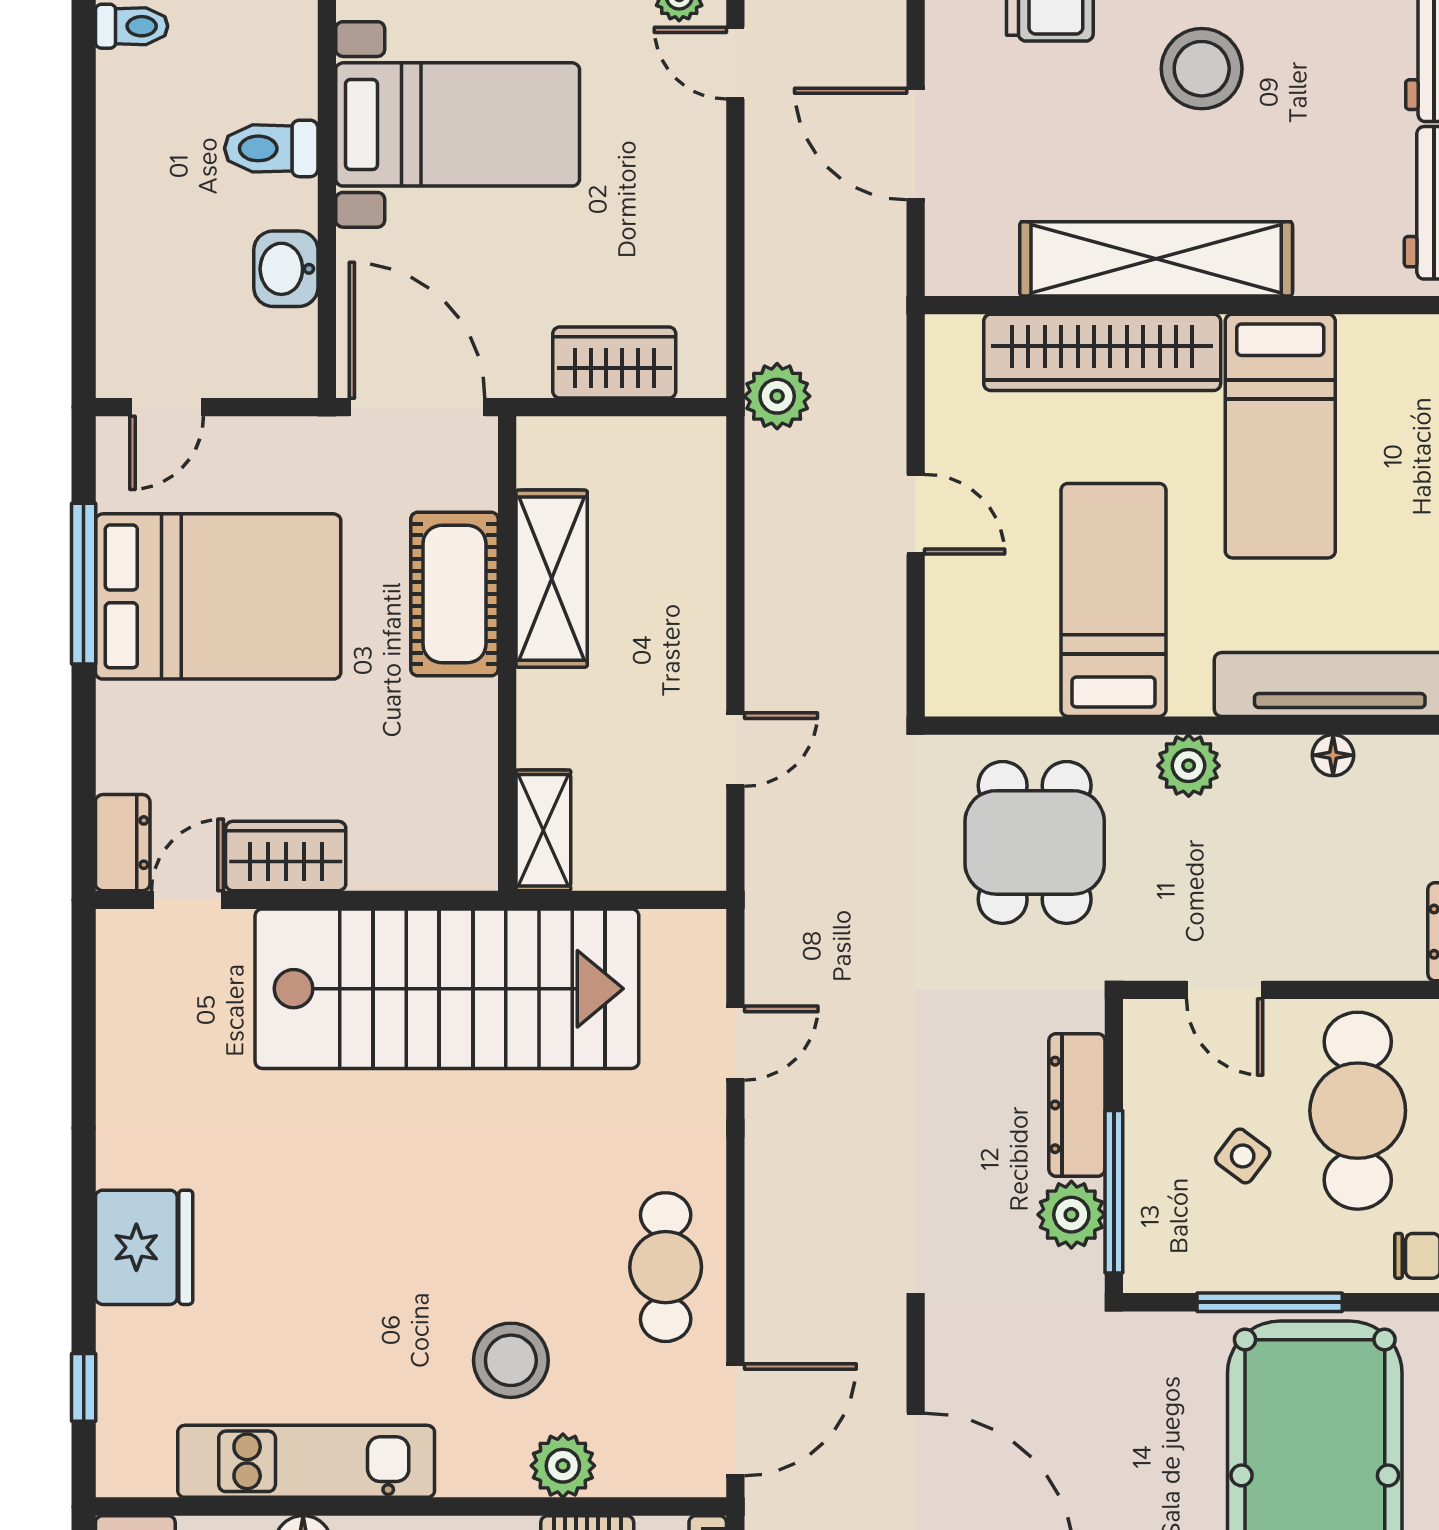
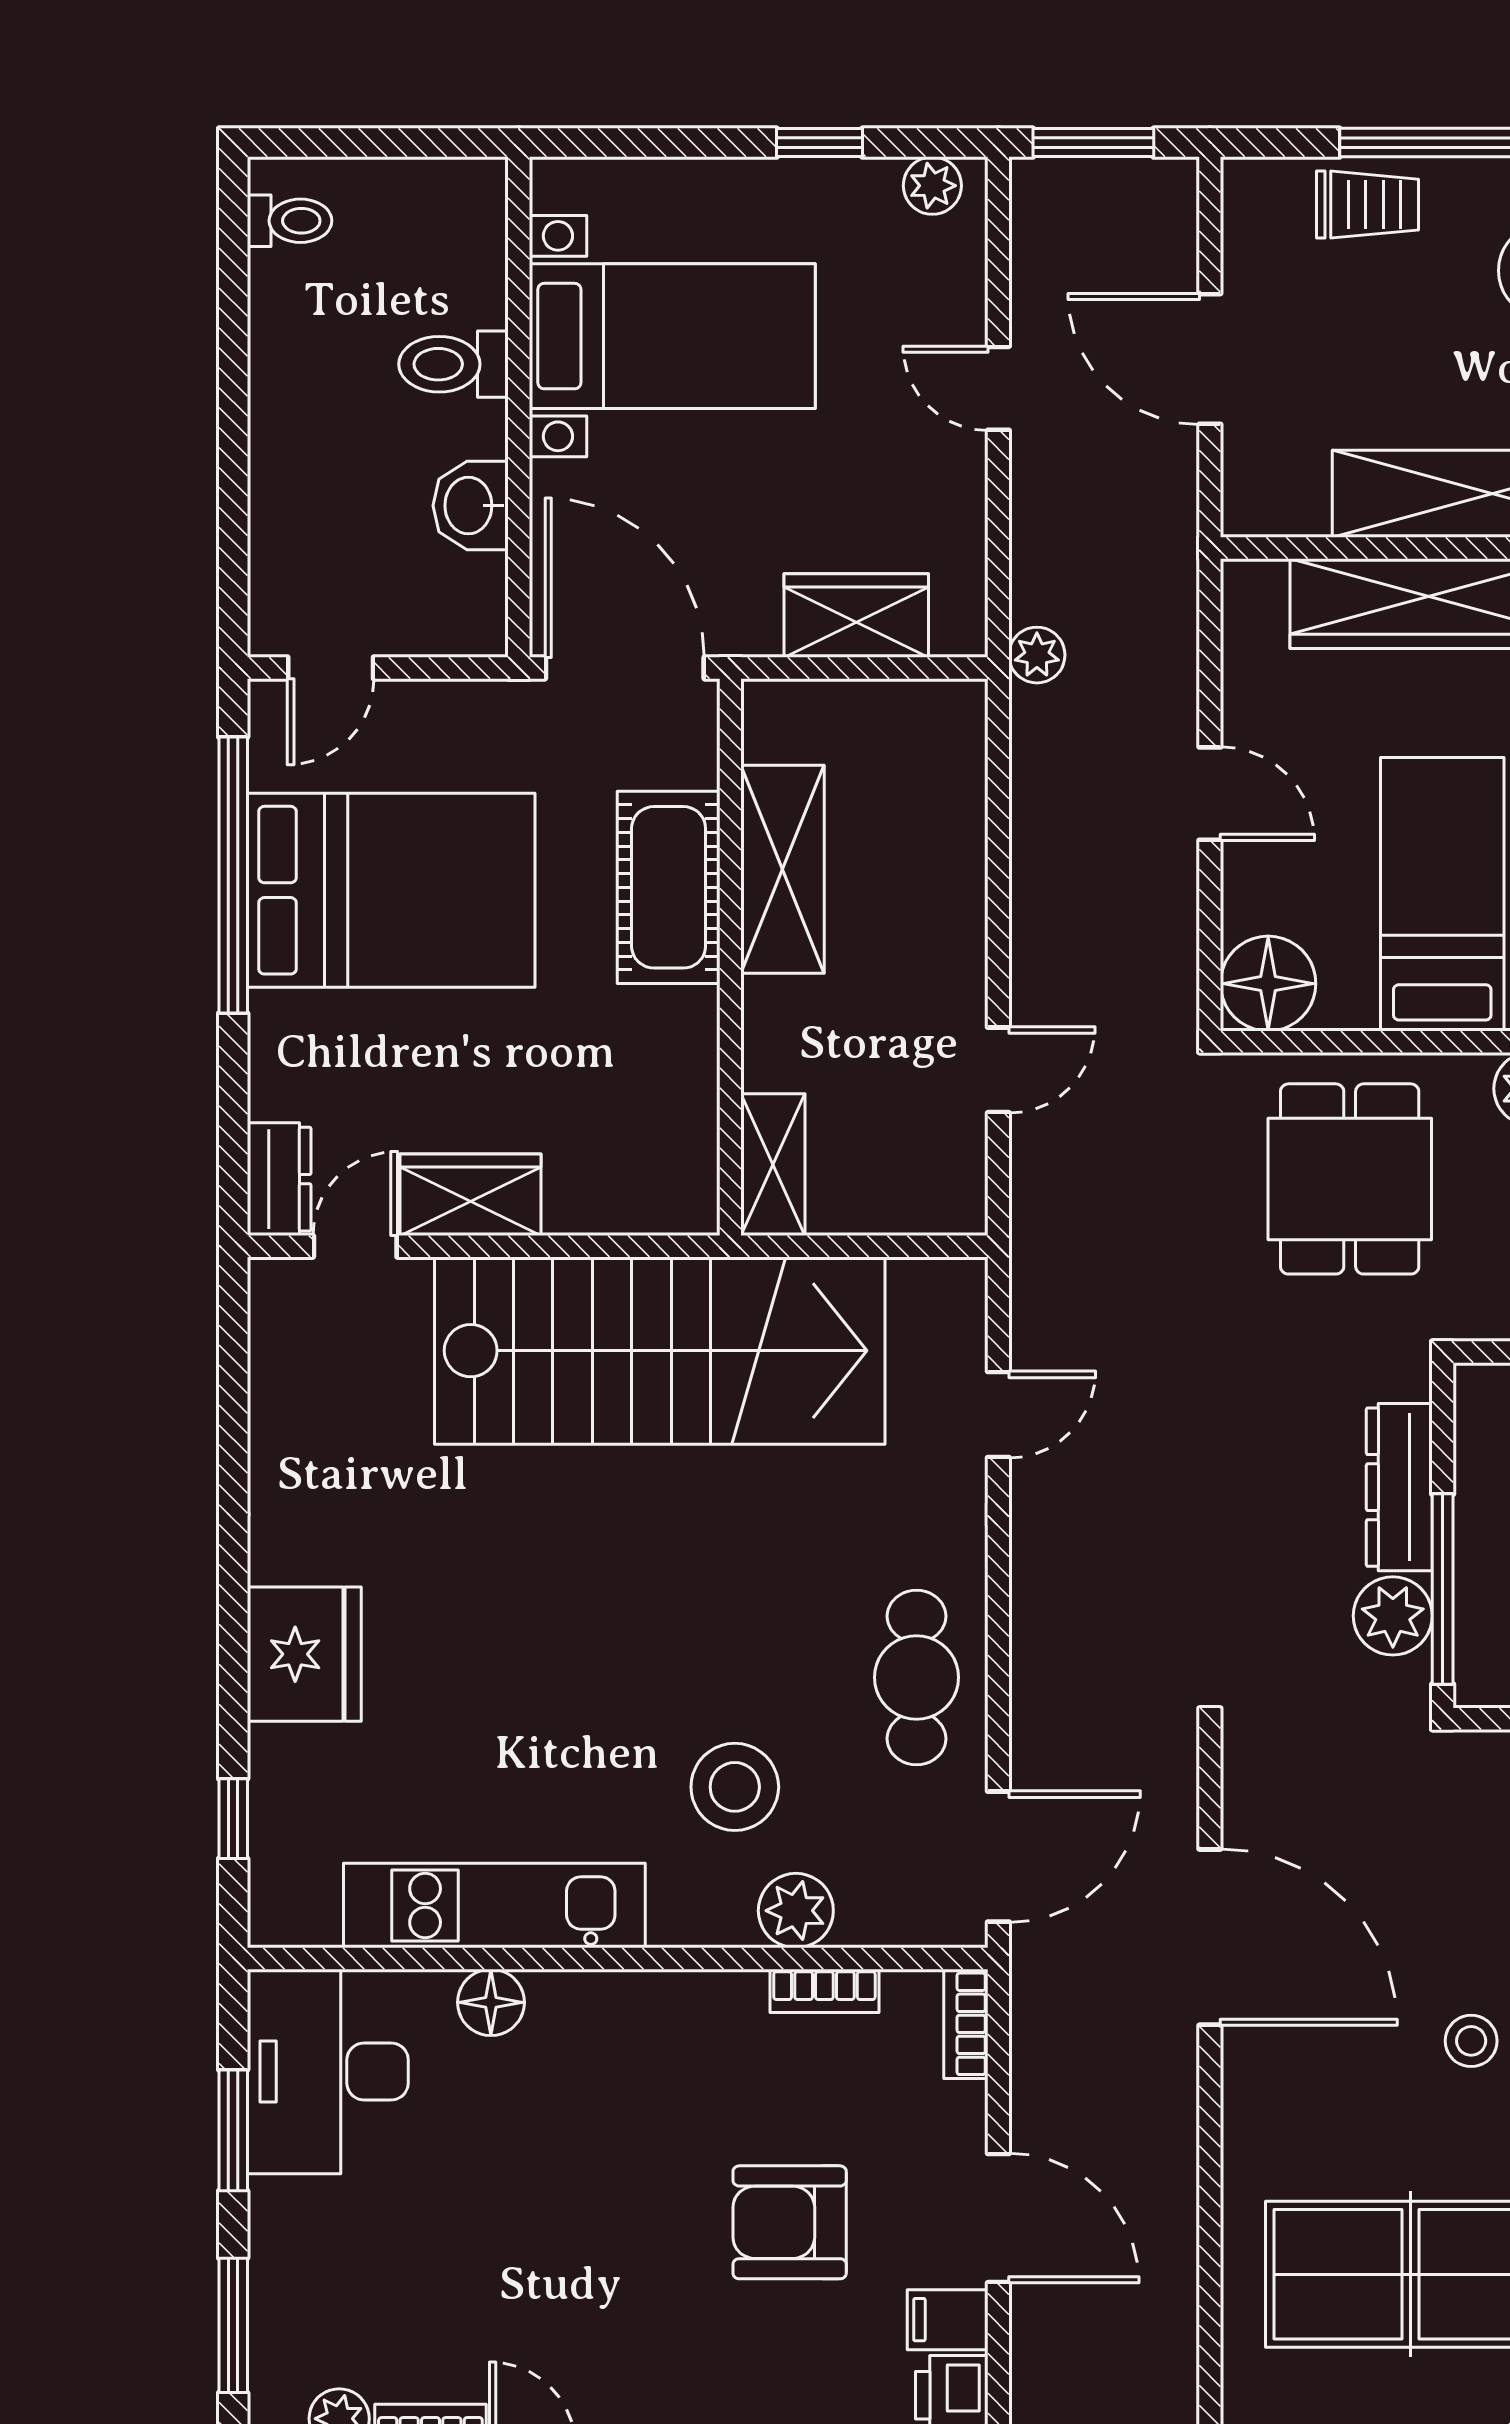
door: (735, 63) -> (998, 388), moved
plant: (777, 396) -> (1037, 655), width x0.73, depth x0.73
window: (84, 584) -> (233, 875), width x1.46
floor lamp: (965, 676) -> (1268, 984), added

